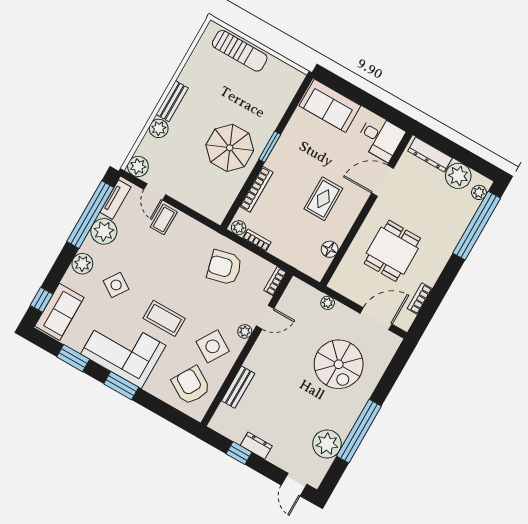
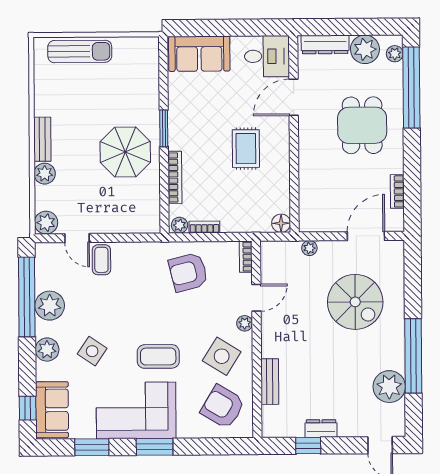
tv unit: (115, 200) -> (43, 268), removed
floor lamp: (330, 249) -> (281, 223), moved
dining table: (392, 251) -> (362, 125), moved

